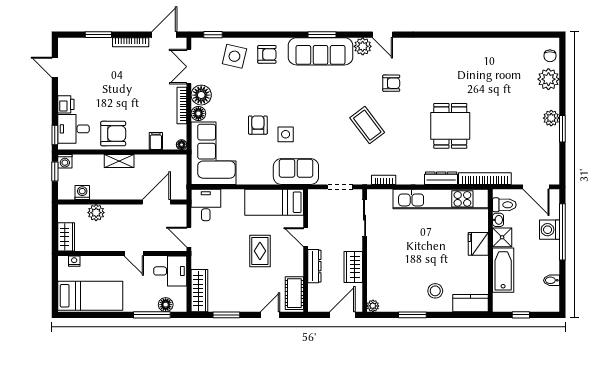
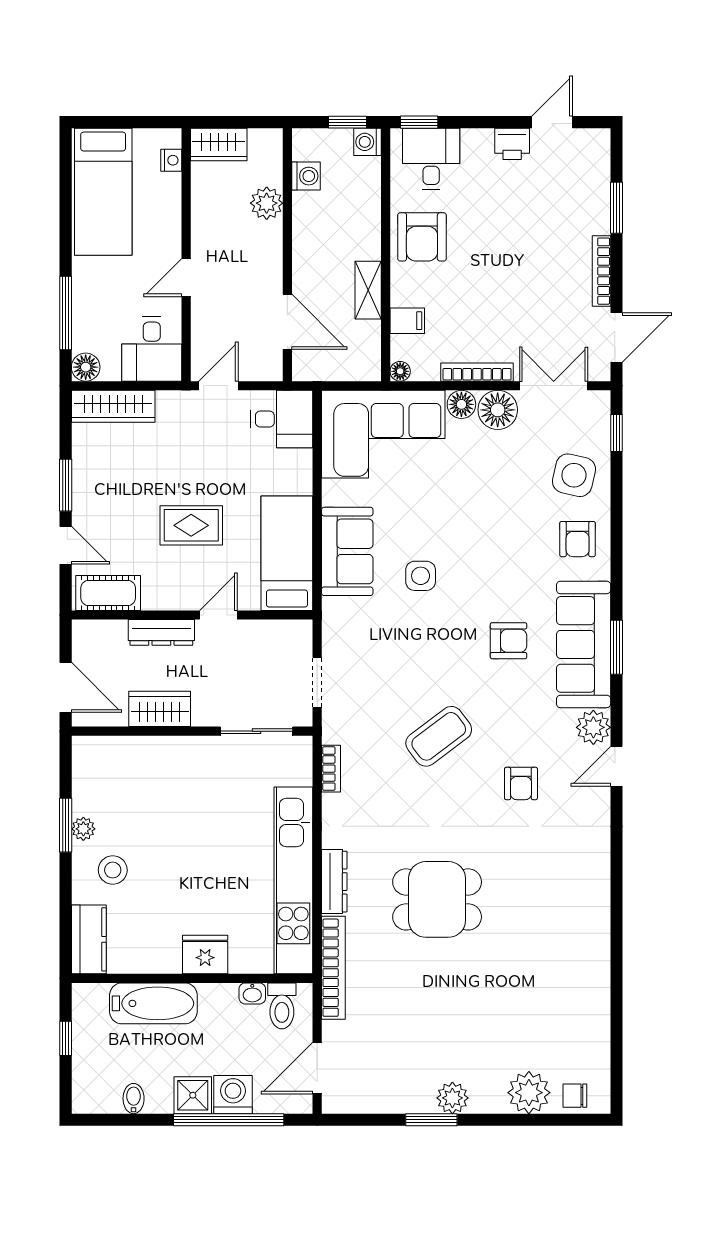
door: (164, 35) -> (616, 337), hinge flipped
printer: (66, 104) -> (512, 144), moved
armchair: (258, 125) -> (509, 641), moved
shelving: (119, 161) -> (368, 290), moved
sofa: (296, 172) -> (347, 551), moved
shower: (502, 237) -> (193, 1095), moved
floor lamp: (166, 305) -> (86, 367), moved
plant: (373, 306) -> (83, 829), moved
window: (226, 315) -> (66, 485), moved

